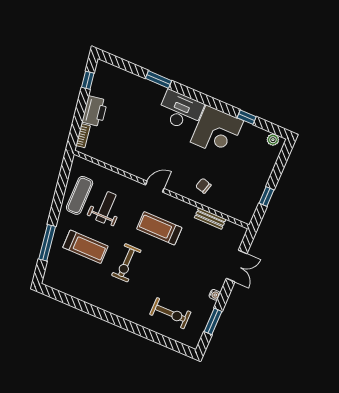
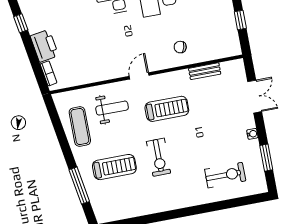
weight bench: (106, 207) -> (112, 108), moved, turned 90
treadmill: (159, 228) -> (167, 109), turned 180

